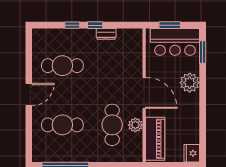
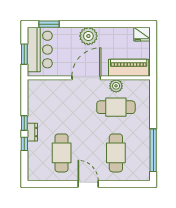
dresser: (106, 34) -> (32, 132), moved
plant: (190, 83) -> (88, 36), moved

